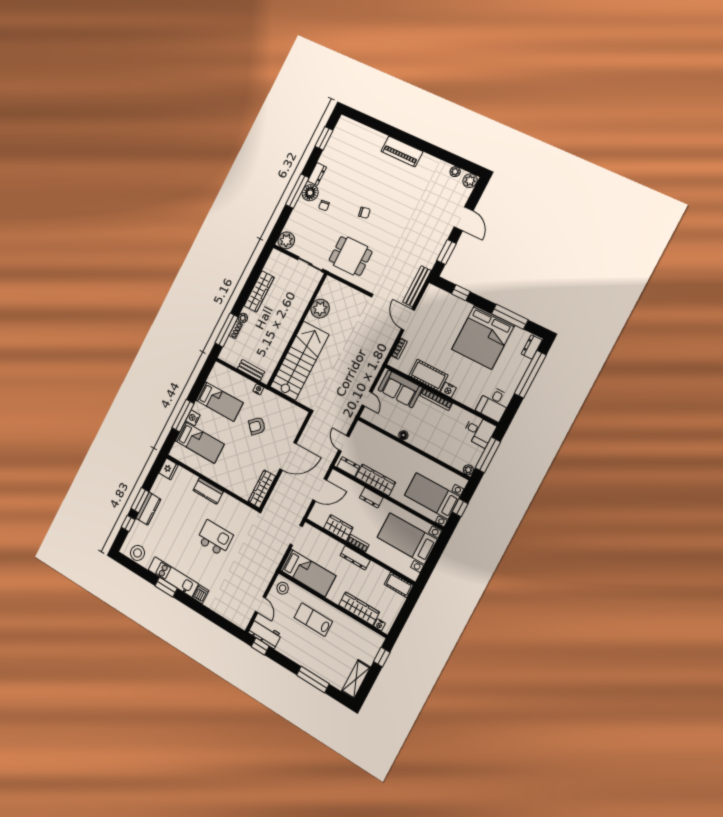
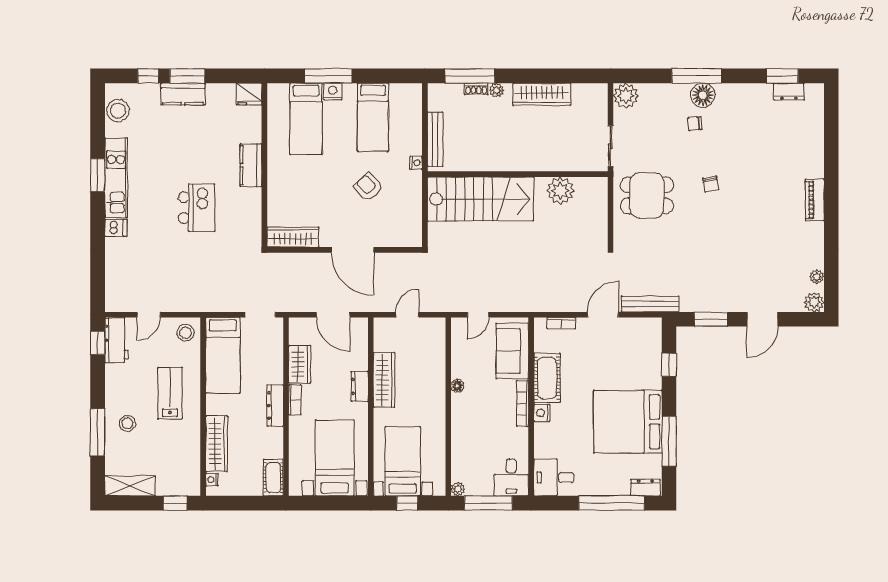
piano: (402, 151) -> (815, 200), width x0.73, depth x0.75
dresser: (317, 174) -> (789, 92), moved
dining table: (351, 256) -> (647, 195), turned 90
bench: (251, 370) -> (435, 139), width x1.36
dresser: (348, 467) -> (382, 336), removed
stool: (317, 657) -> (127, 423), added

